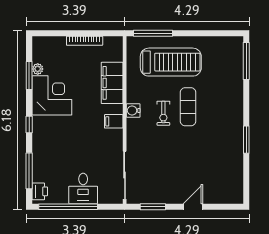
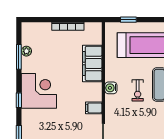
window: (153, 33) -> (128, 20), width x0.46
corner desk: (52, 95) -> (39, 91), moved
filing cabinet: (114, 121) -> (94, 108), moved

